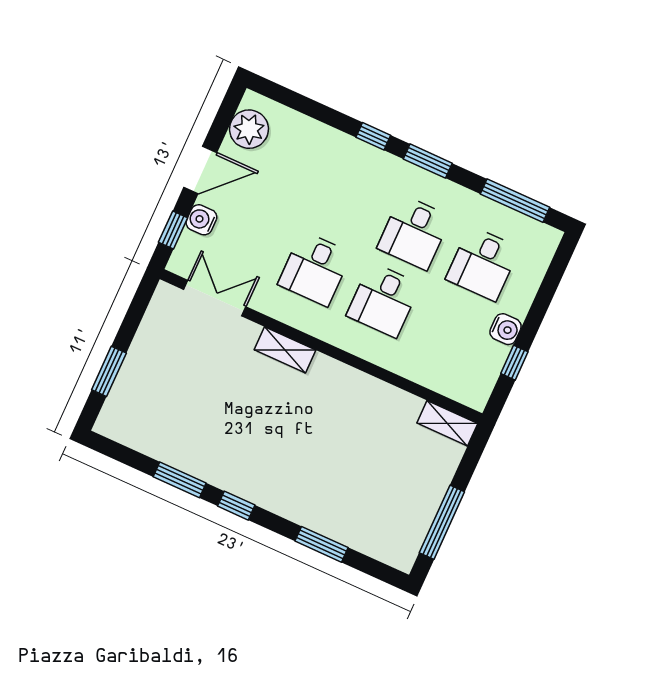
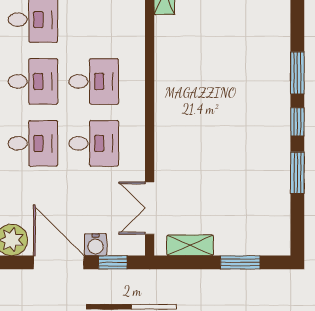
door: (200, 170) -> (59, 262), width x1.36
desk: (345, 201) -> (33, 143), added
shelving: (285, 350) -> (190, 245), moved, turned 90
window: (322, 544) -> (297, 73), moved

